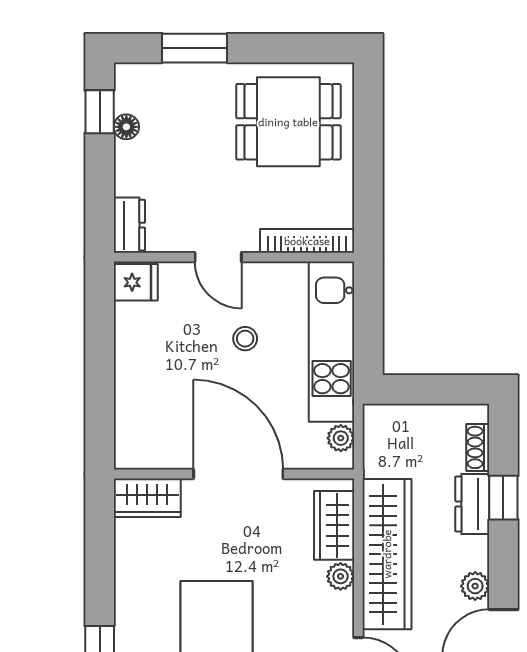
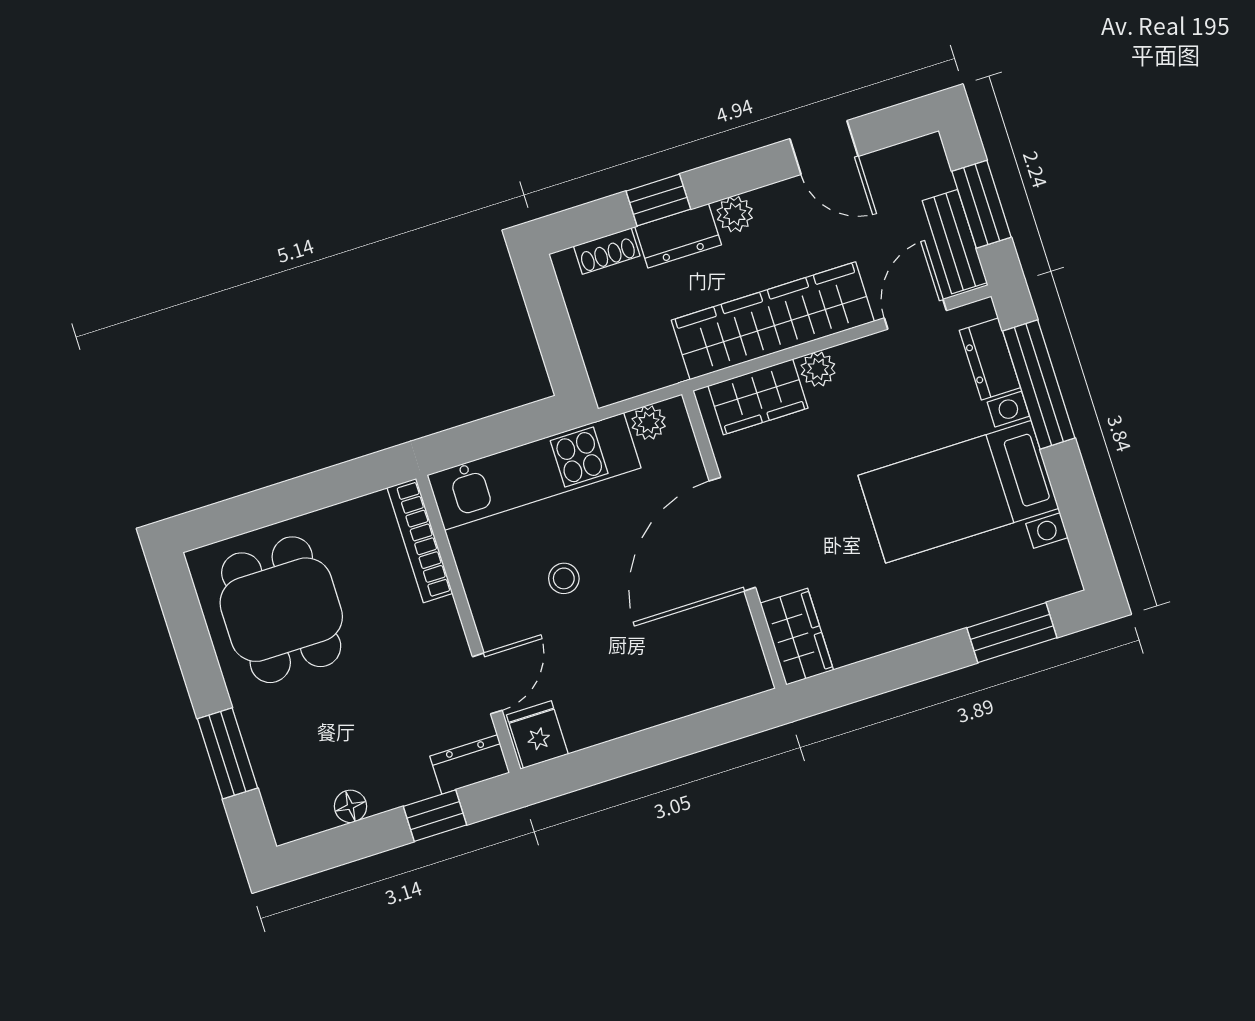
window: (100, 112) -> (435, 816), moved
door: (218, 257) -> (487, 683), moved
plant: (475, 586) -> (735, 214), moved

